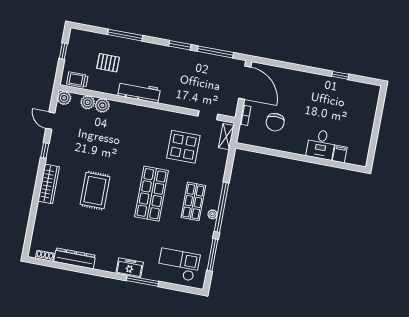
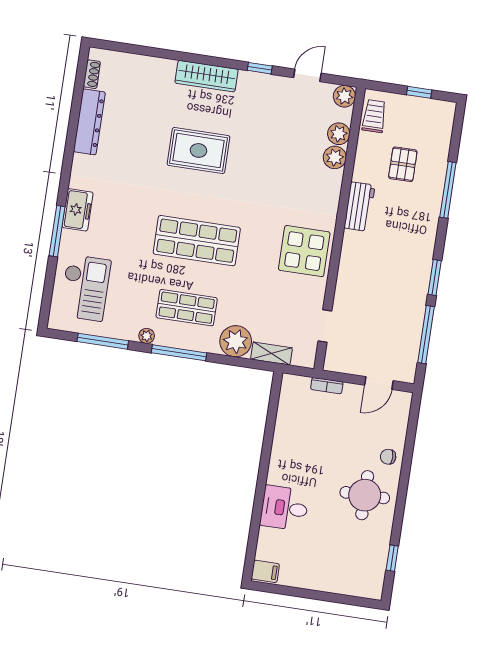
window: (340, 75) -> (392, 558), moved
door: (245, 83) -> (379, 383), width x0.53
workbench: (139, 92) -> (359, 207), width x0.73
round table: (315, 94) -> (365, 495), added
chair: (275, 122) -> (388, 457), moved, width x0.54, depth x0.54
shelving: (226, 137) -> (271, 354), moved
display table: (183, 147) -> (304, 251), moved
filing cabinet: (340, 154) -> (265, 571), moved
plant: (215, 172) -> (236, 341), added
window: (221, 207) -> (179, 353), width x0.68
plant: (213, 214) -> (147, 336), moved

